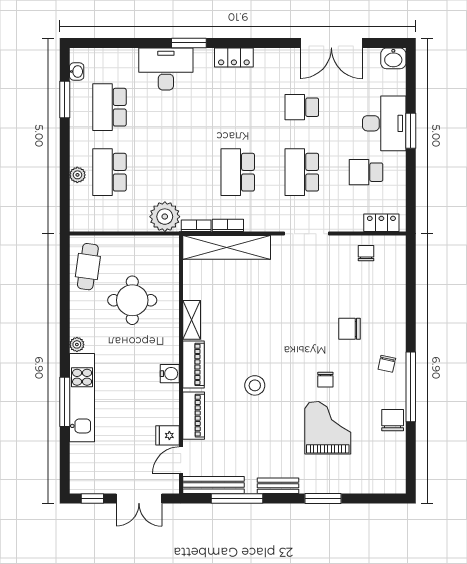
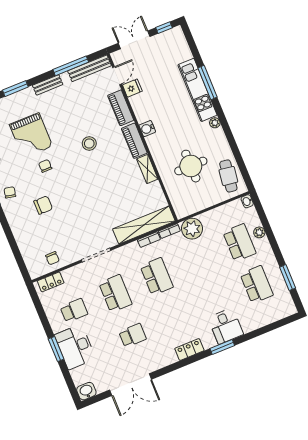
double door: (331, 43) -> (131, 385), swing flipped
desk: (166, 69) -> (226, 326), width x0.73
washbasin: (77, 71) -> (247, 201), moved

